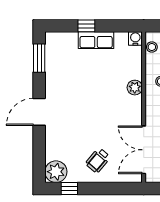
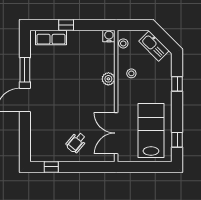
row of seats: (96, 40) -> (51, 37), moved
window: (39, 58) -> (25, 70), moved
plant: (56, 172) -> (40, 152), removed

